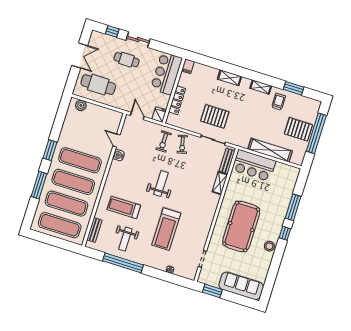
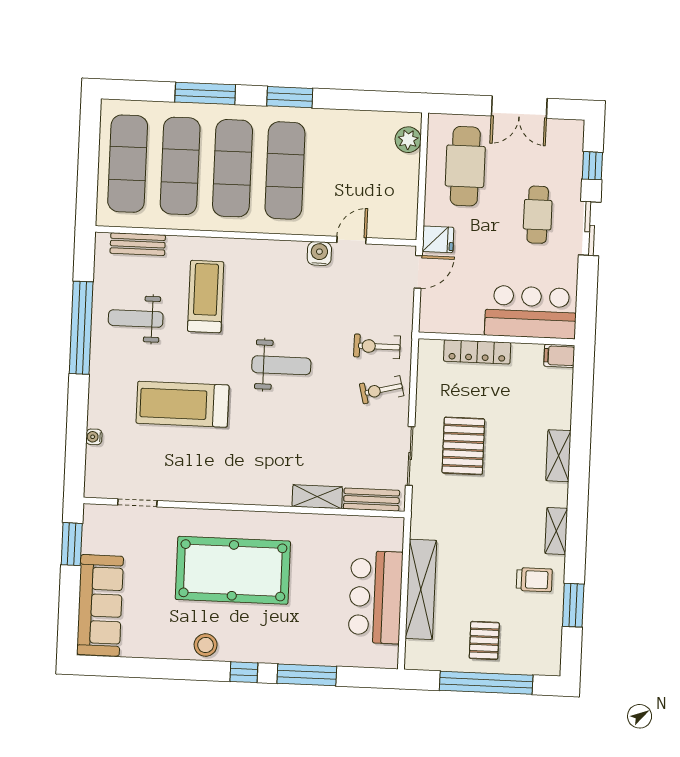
fridge: (159, 115) -> (438, 239), moved
pallet: (298, 129) -> (484, 640), width x0.67, depth x0.71
bar counter: (254, 165) -> (376, 597), moved

